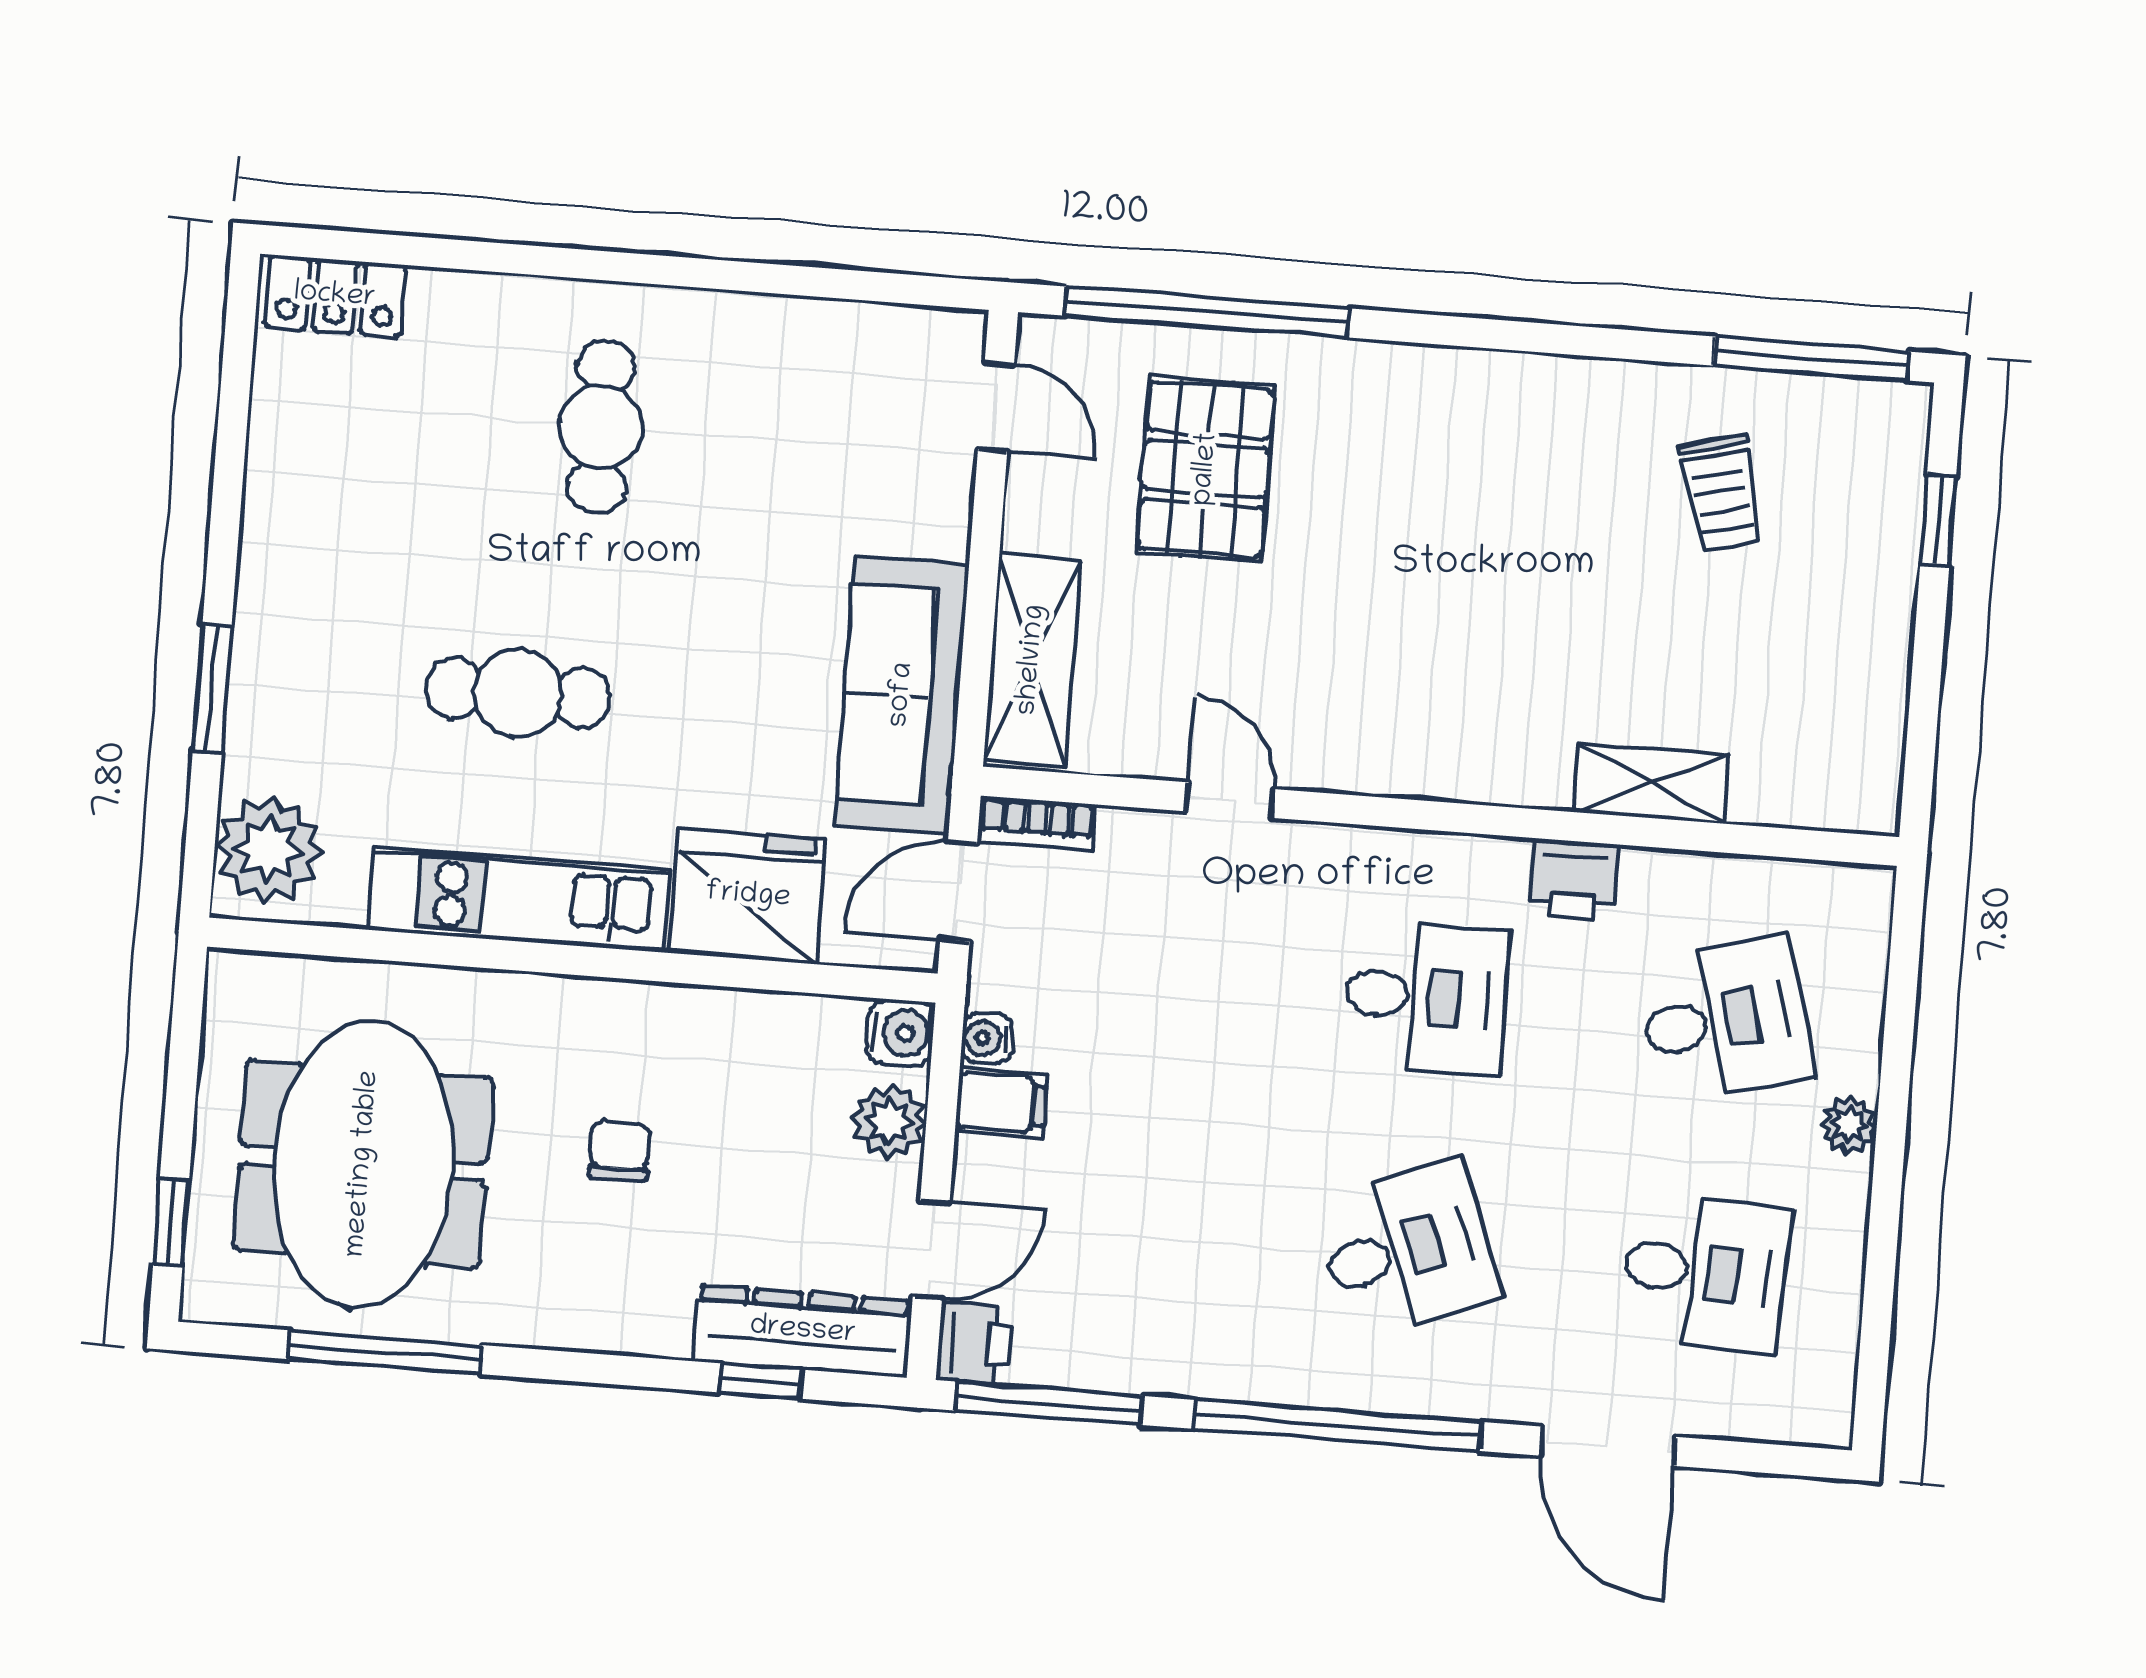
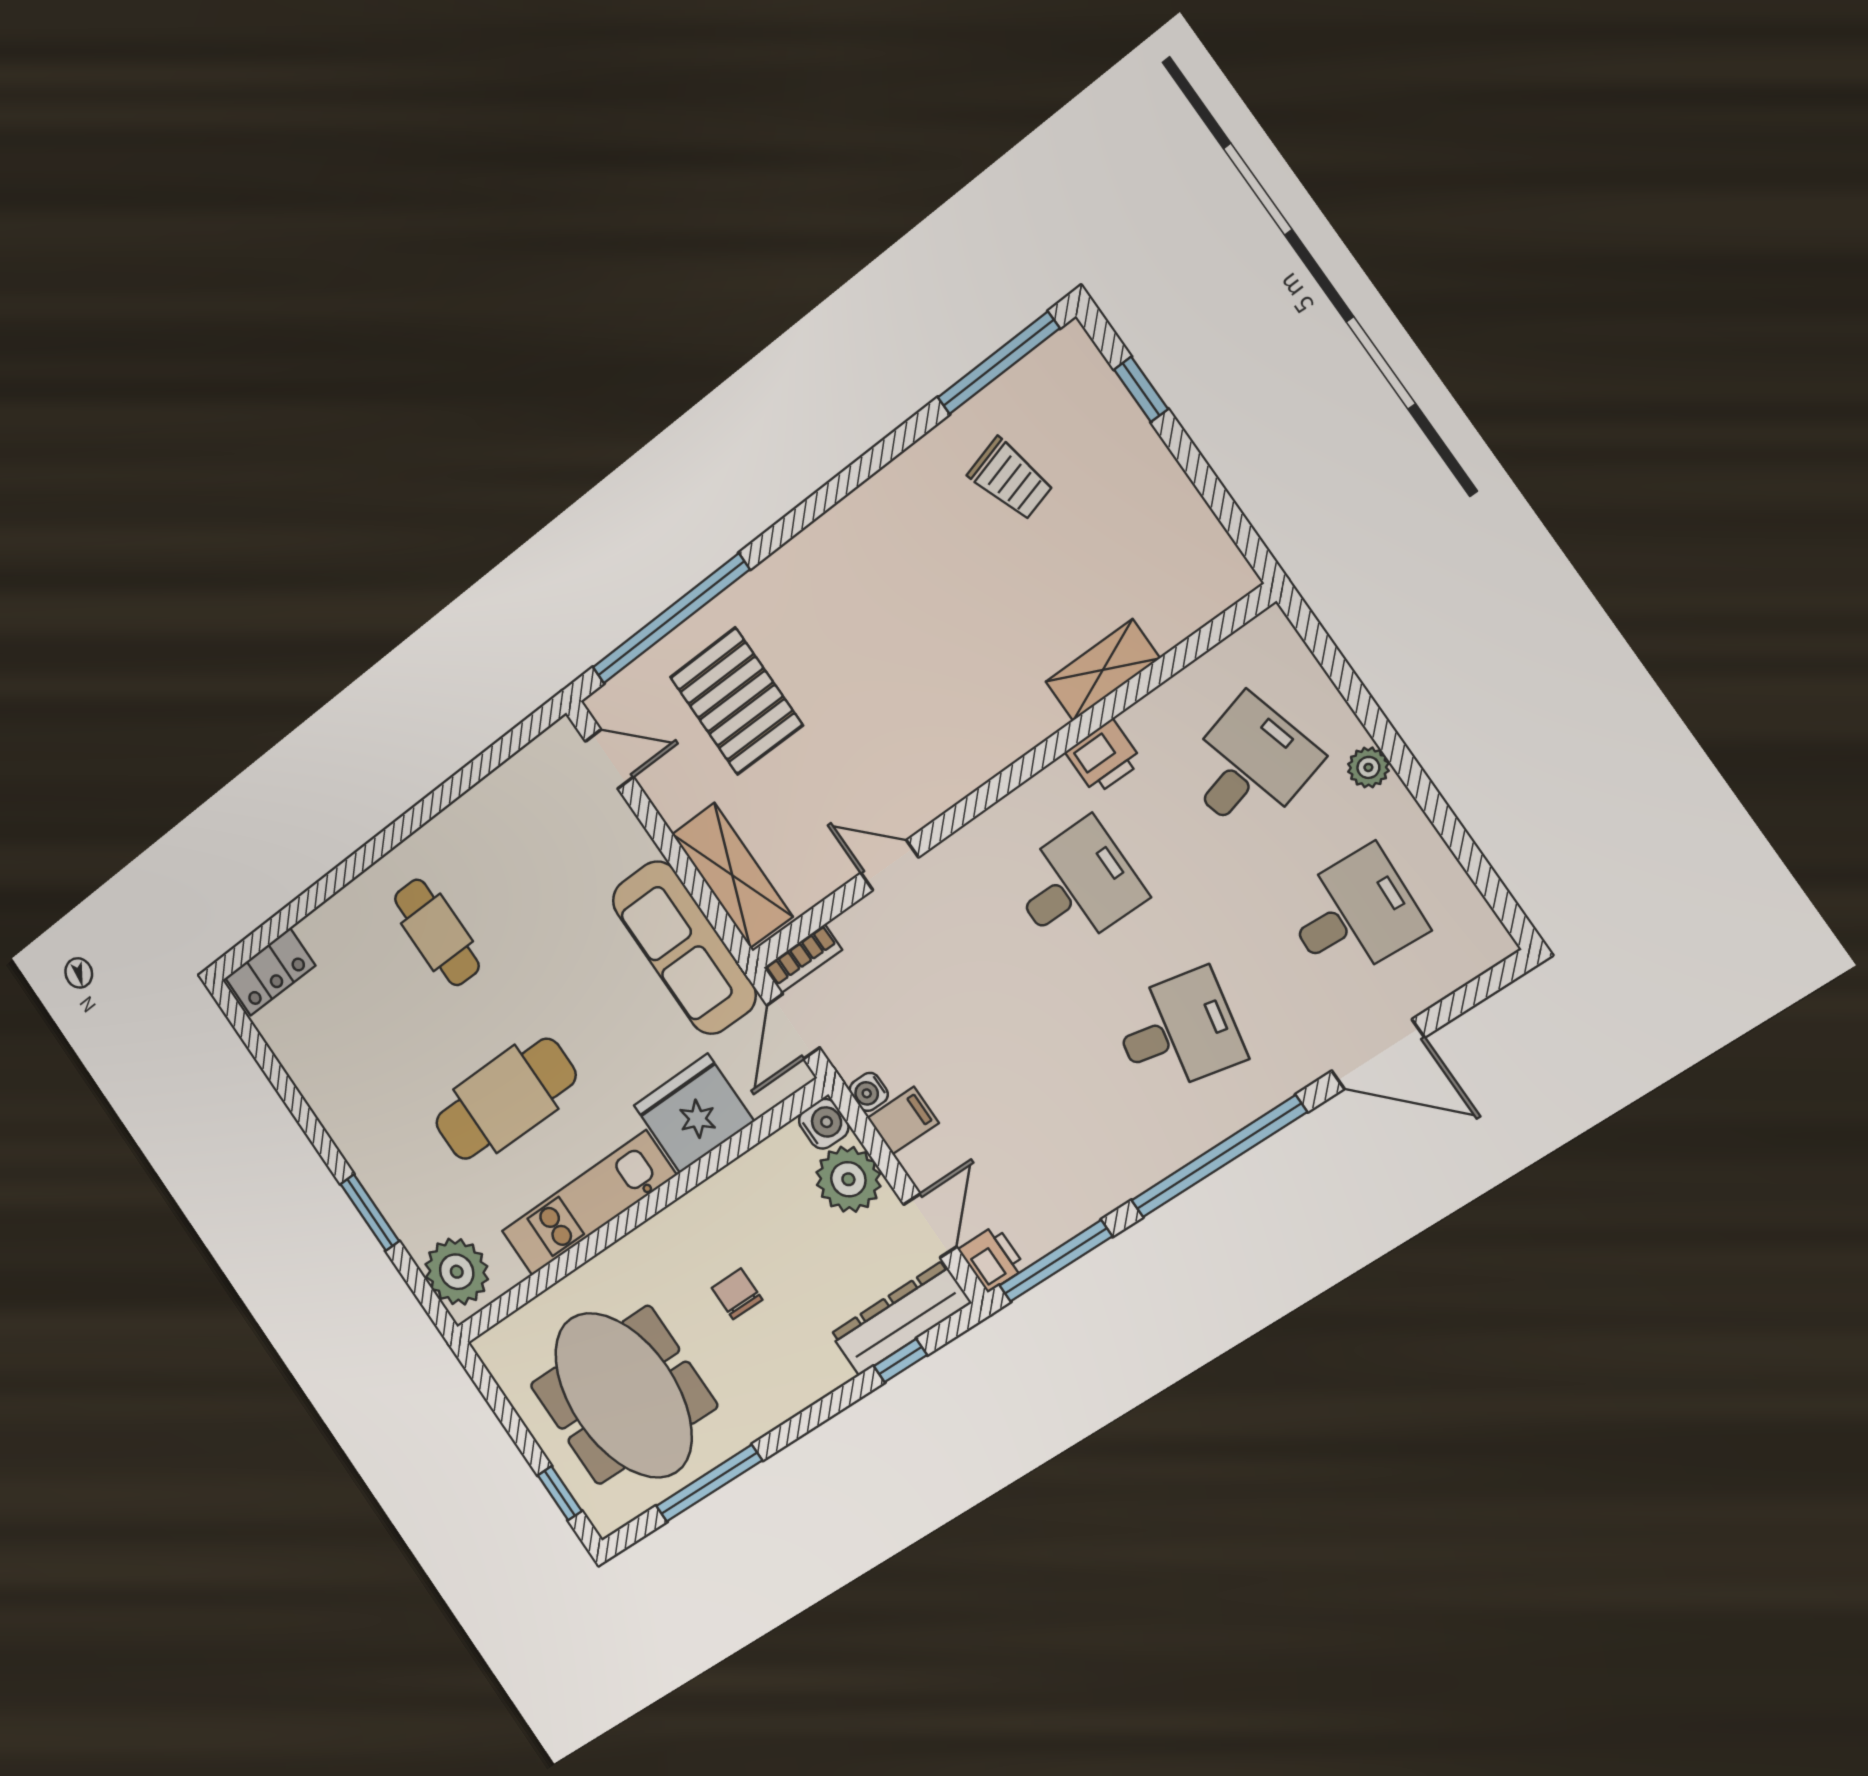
cafe table: (518, 693) -> (506, 1099), width x1.37, depth x1.35
plant: (889, 1121) -> (848, 1179), width x1.36, depth x1.36
desk: (1407, 1249) -> (1178, 1032), turned 33

